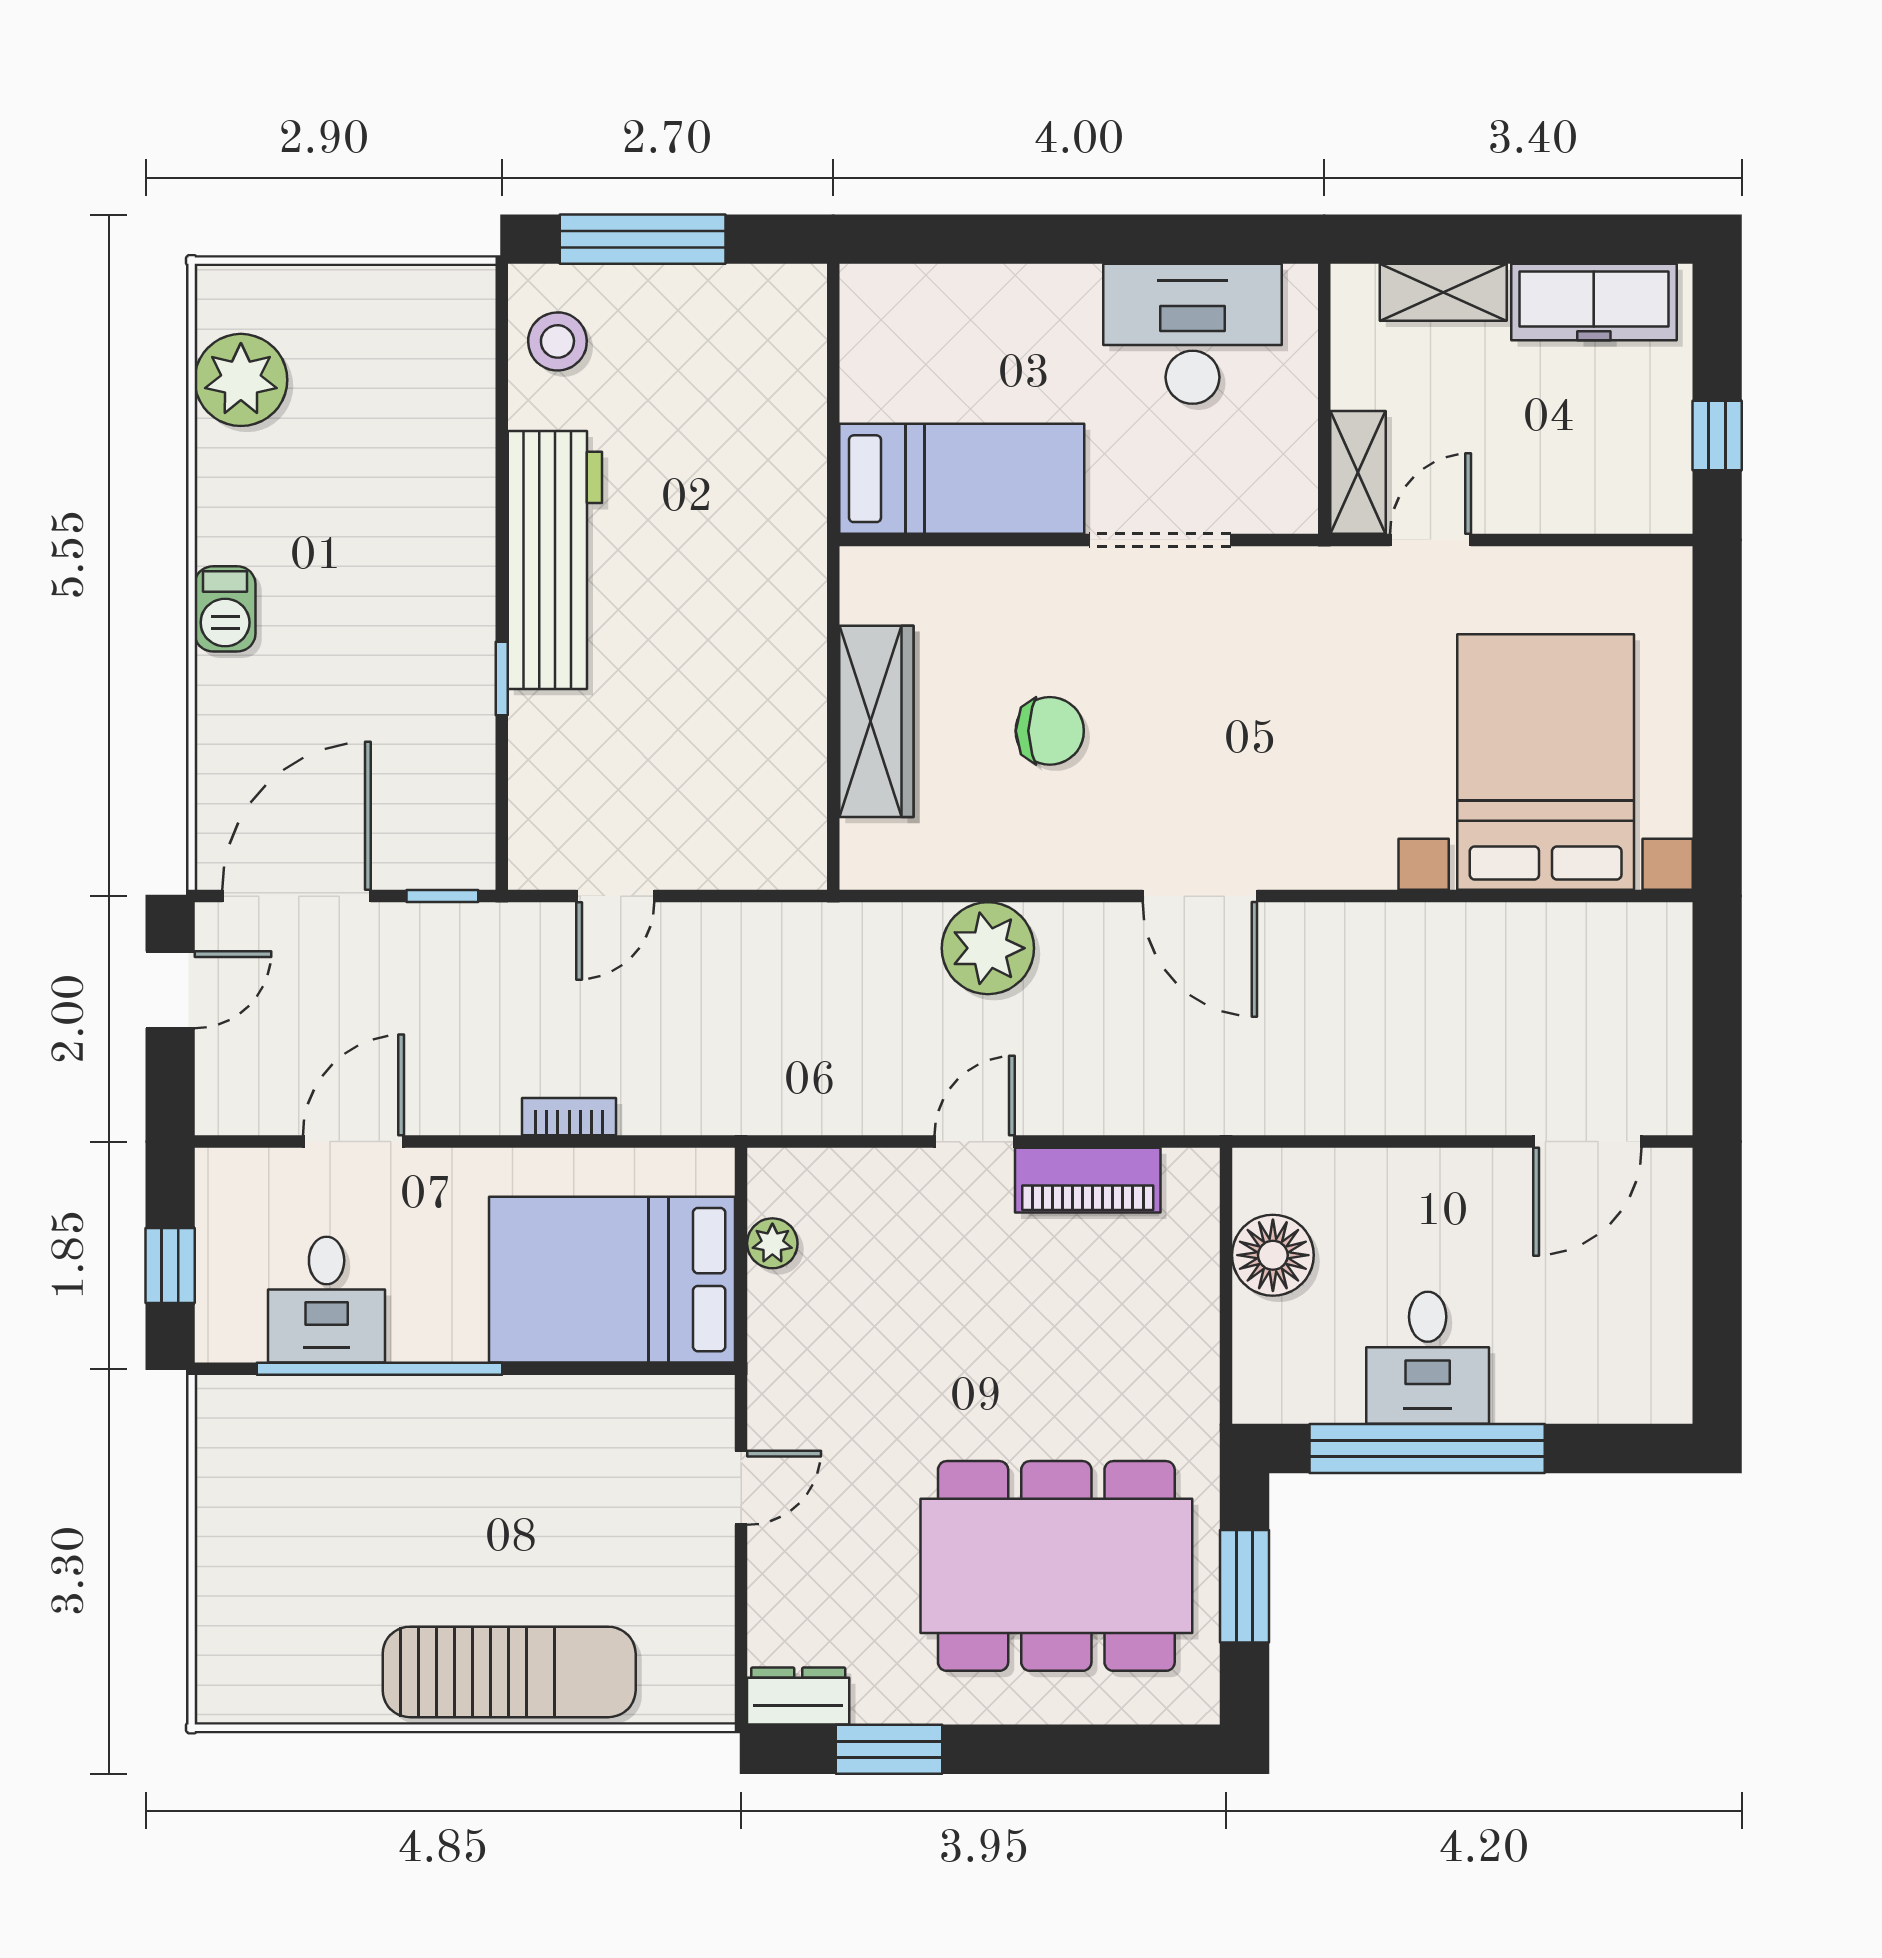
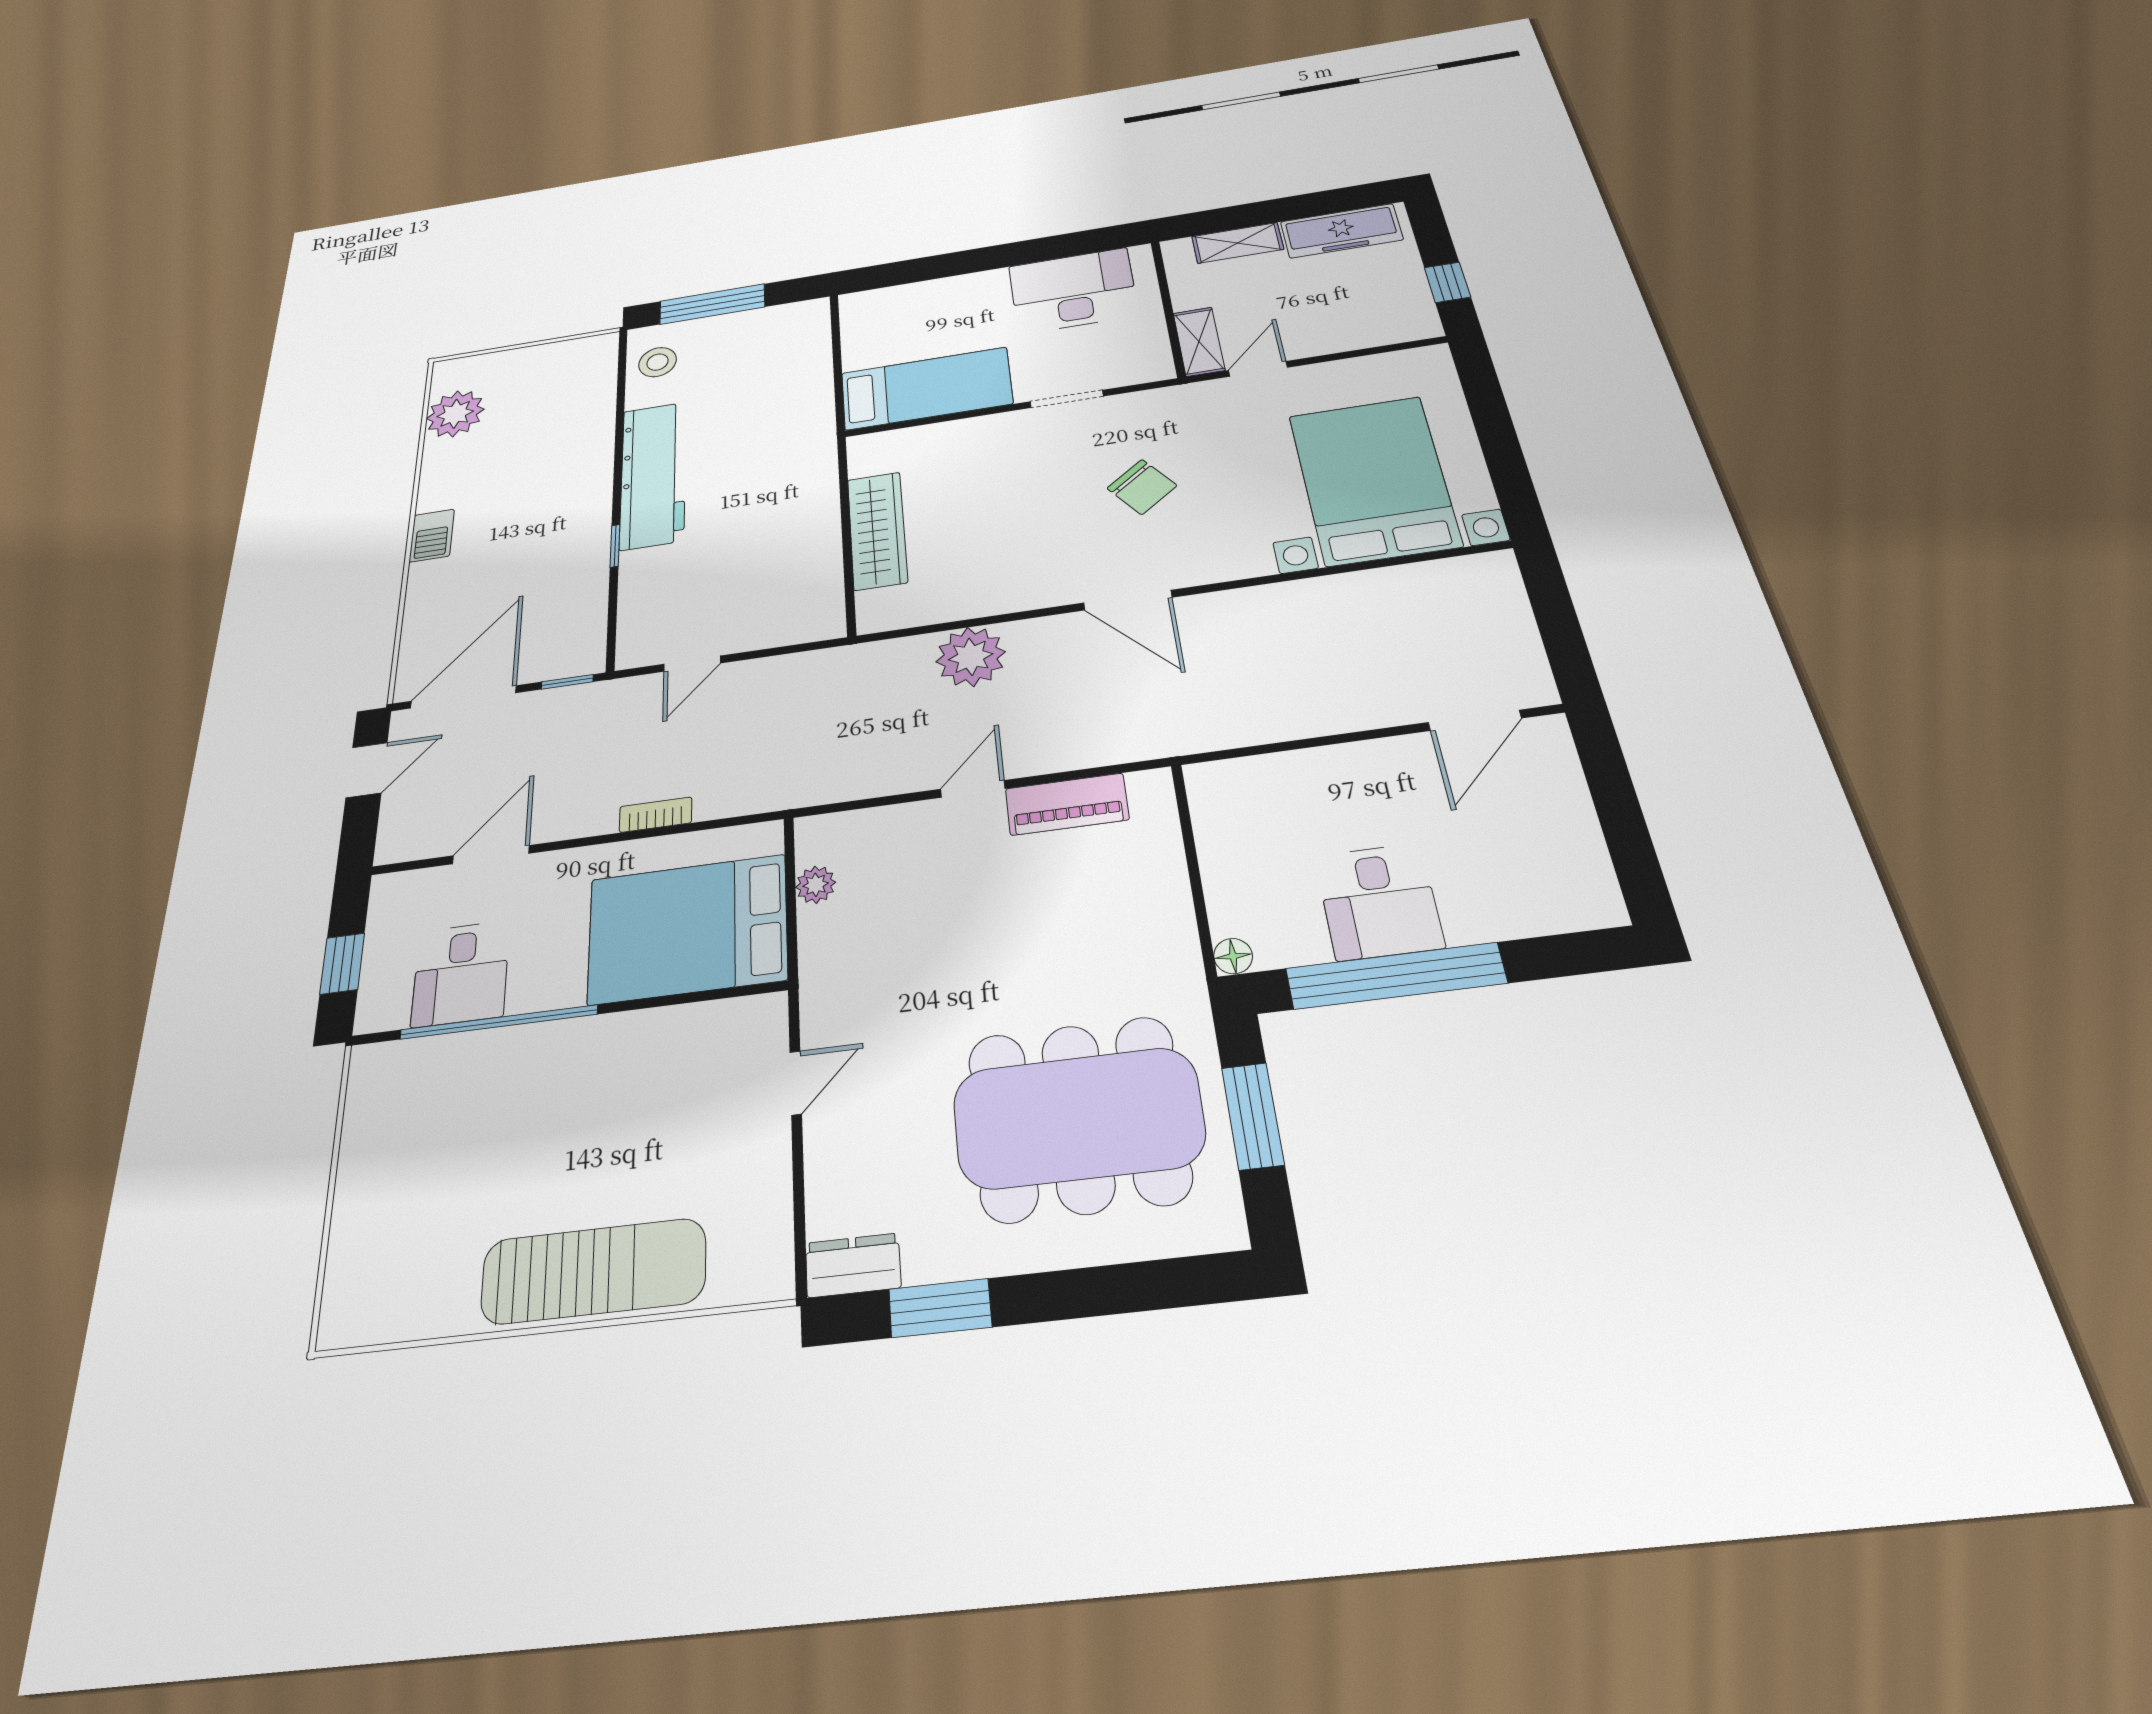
doorway: (1160, 540) -> (1067, 399), width x0.73
chair: (1050, 731) -> (1142, 487), moved, turned 53
floor lamp: (1273, 1255) -> (1233, 956), moved, width x0.53, depth x0.53

